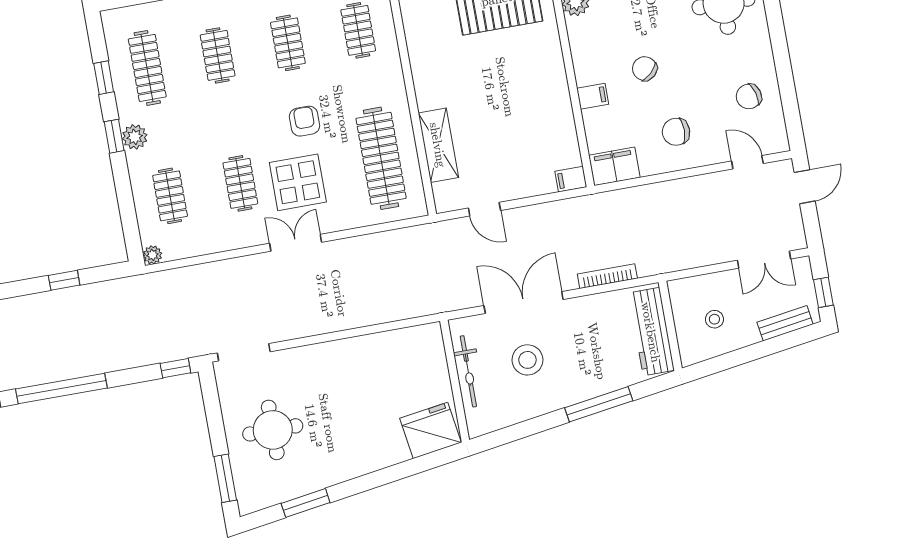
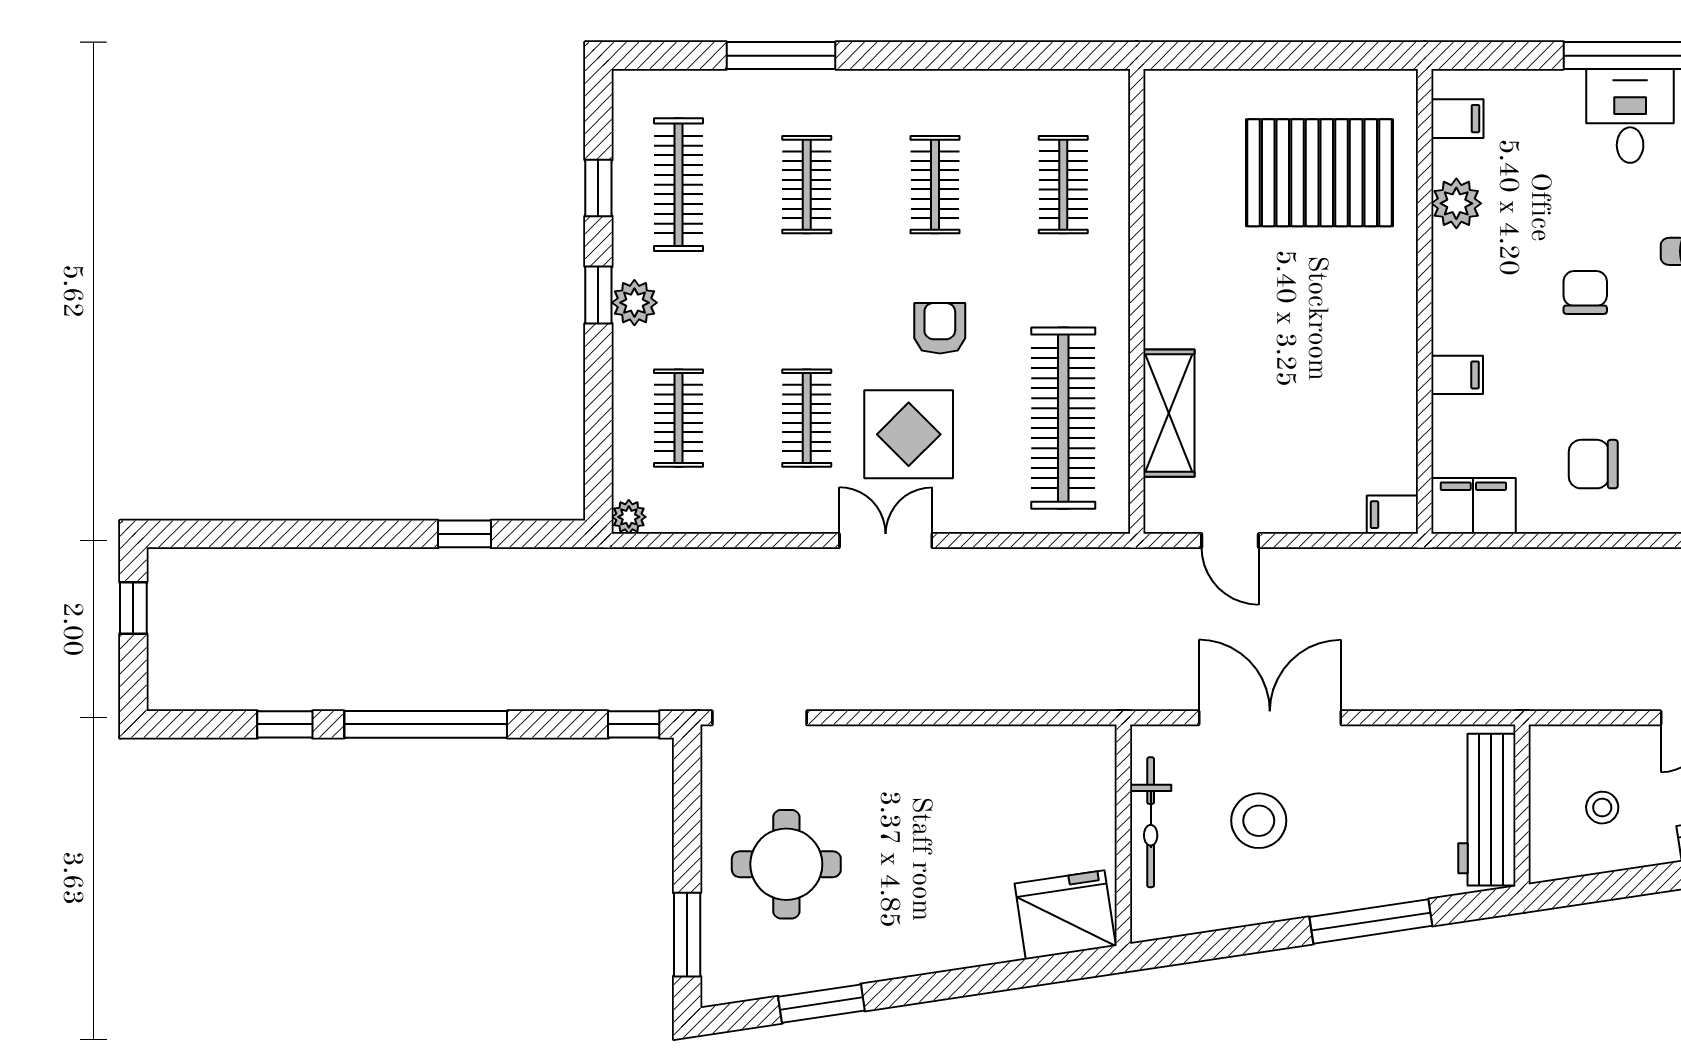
chair: (645, 69) -> (1585, 292), moved, turned 43
bookcase: (607, 276) -> (1426, 698), removed

